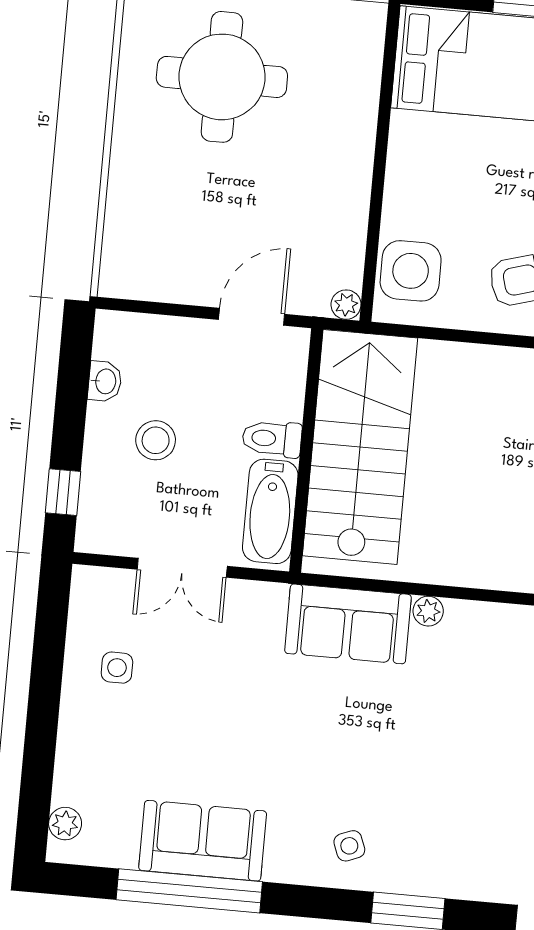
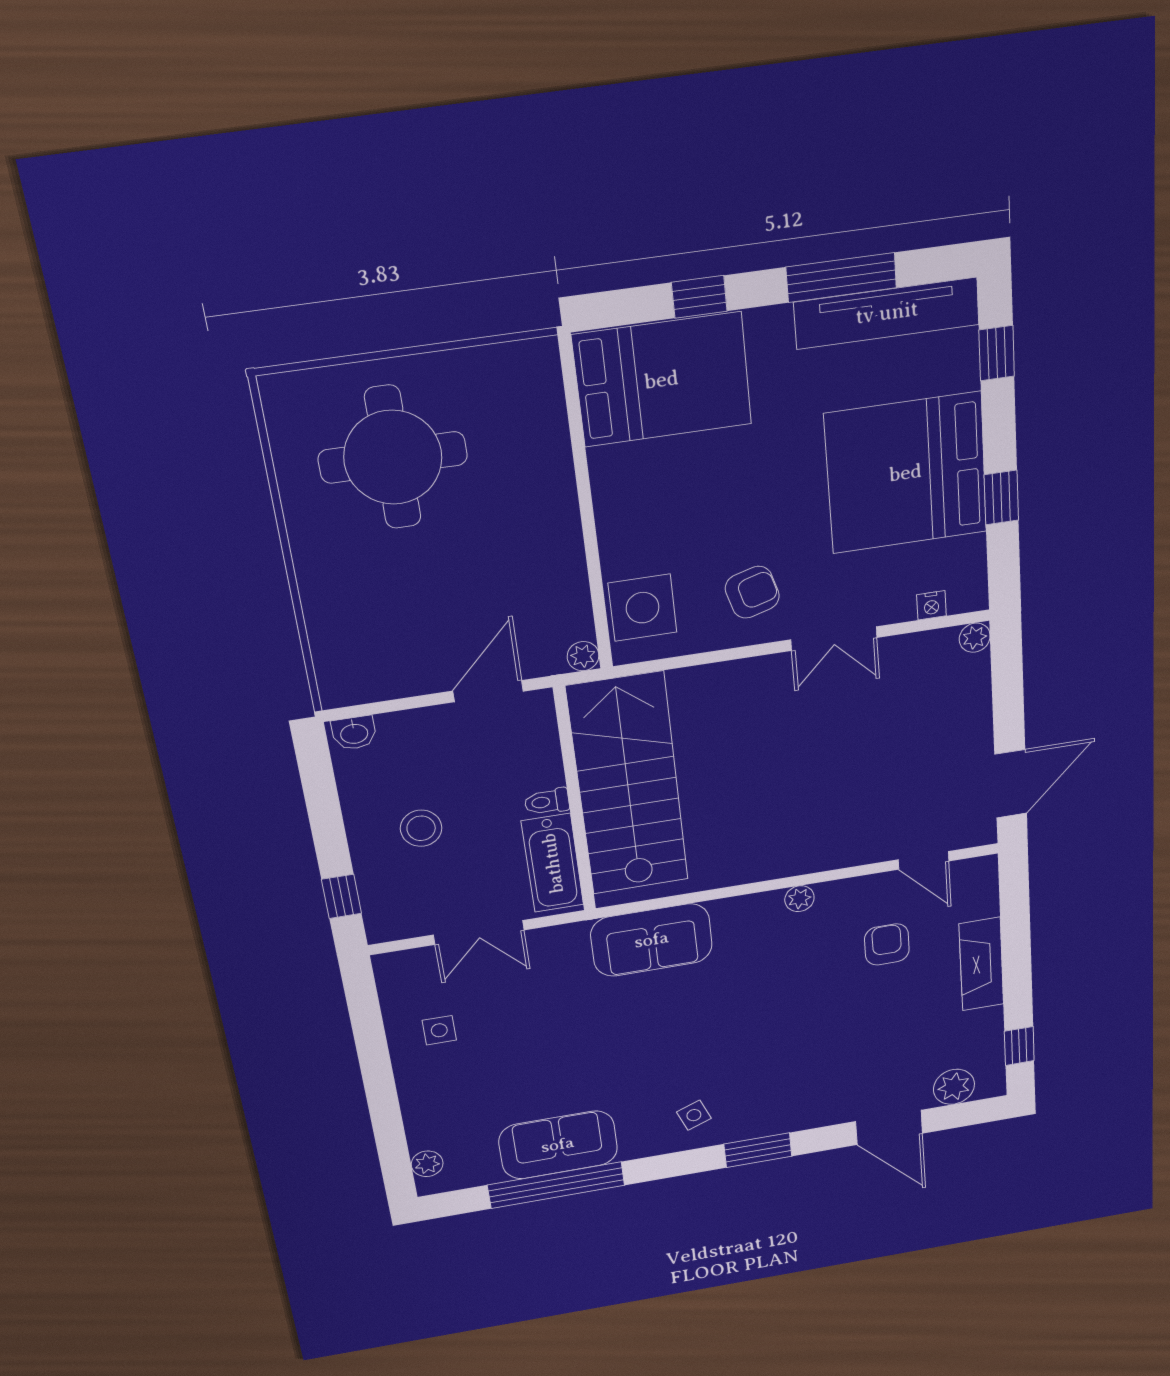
washbasin: (105, 381) -> (354, 733), moved, turned 90
toilet: (272, 439) -> (547, 802), width x0.73, depth x0.72
plant: (428, 611) -> (799, 899), moved

